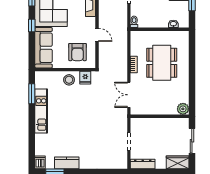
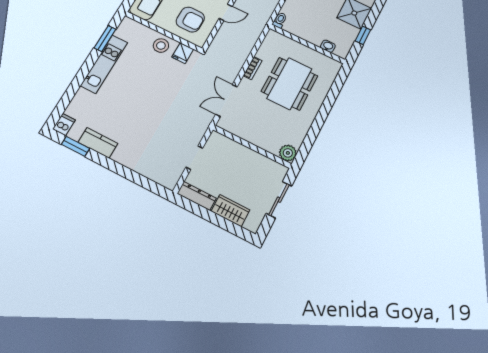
door: (97, 35) -> (226, 12), hinge flipped
armchair: (78, 52) -> (190, 20), turned -90
wardrobe: (178, 162) -> (230, 211), moved

